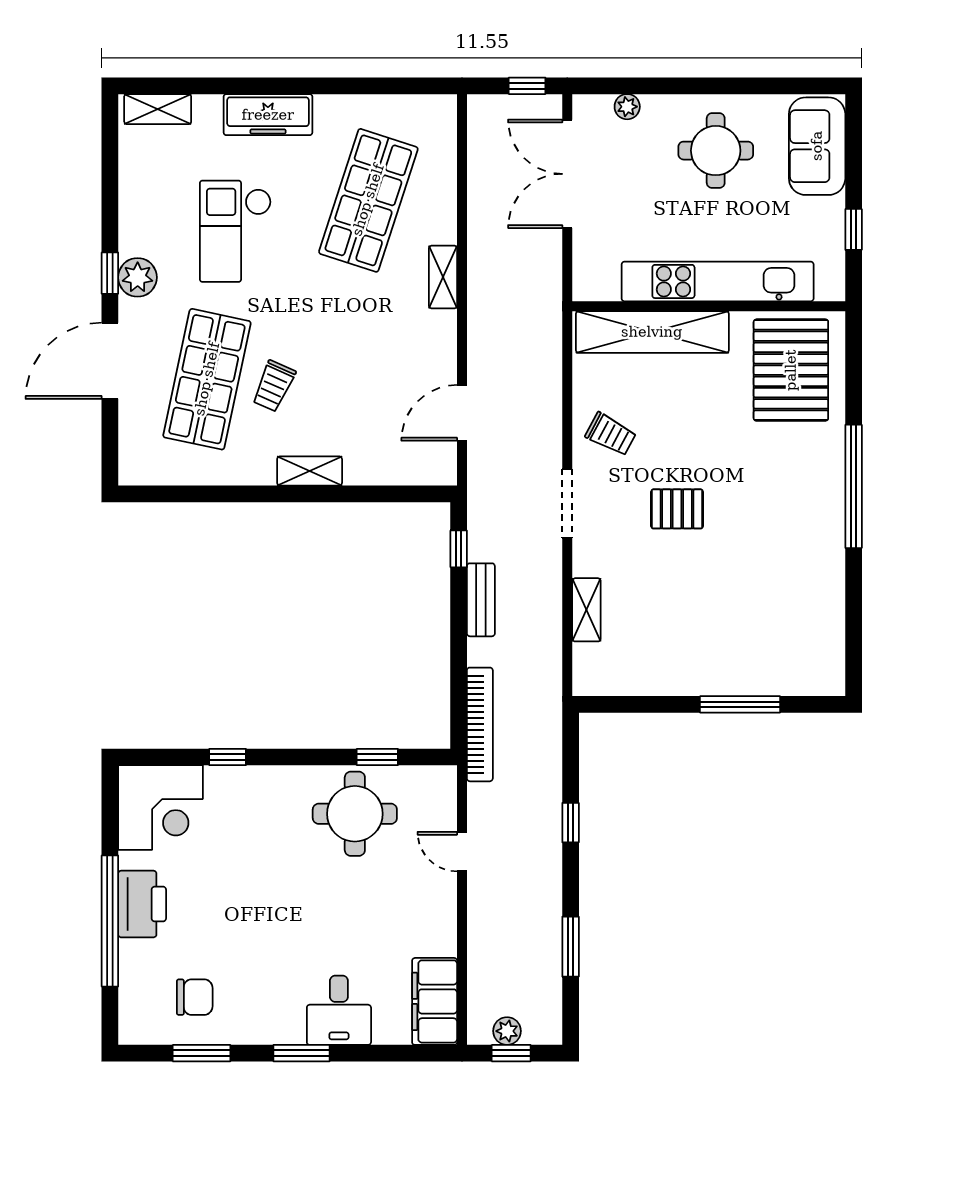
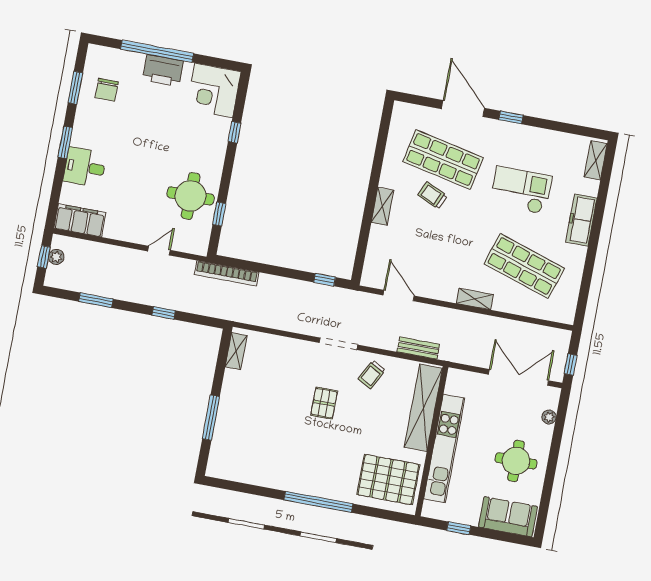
plant: (138, 277) -> (506, 132), removed
bench: (481, 600) -> (418, 348), moved
shelving: (586, 610) -> (236, 351), moved, turned 90

